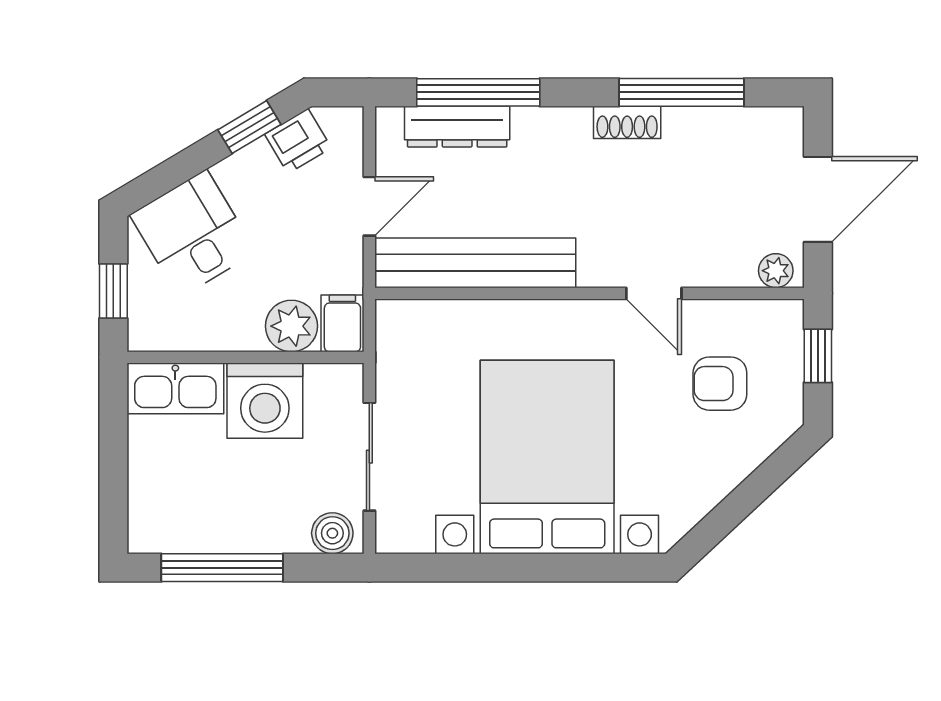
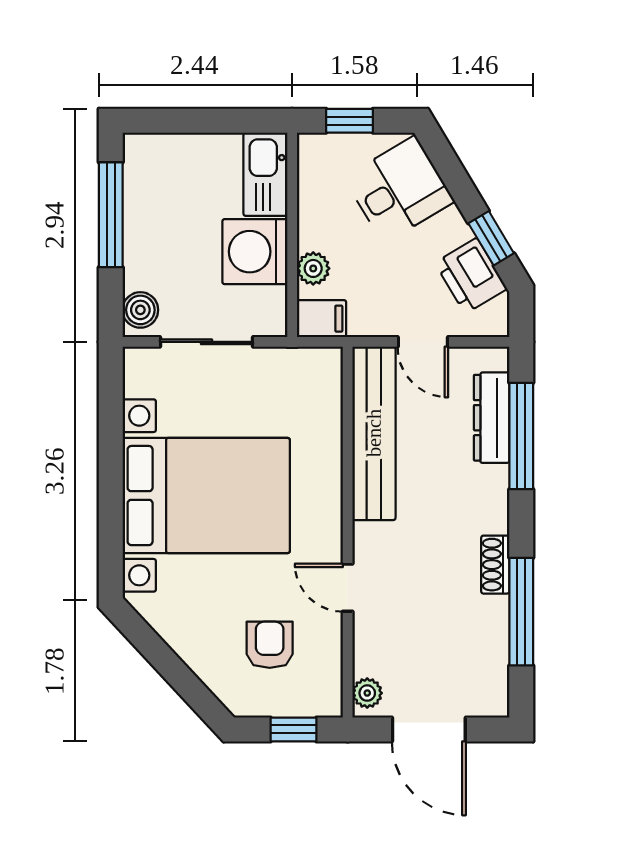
printer: (298, 141) -> (471, 276), width x1.36, depth x1.24
door: (654, 293) -> (348, 588), hinge flipped
plant: (291, 326) -> (313, 268), width x0.73, depth x0.73

